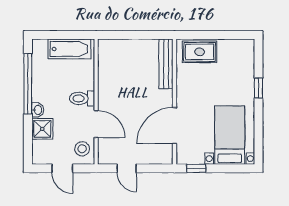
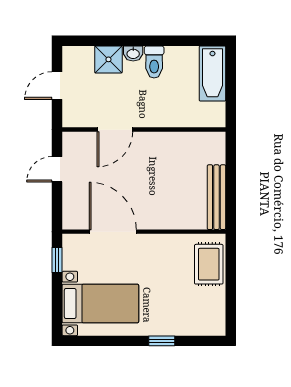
bathtub: (69, 49) -> (212, 74), moved
bench: (166, 64) -> (216, 197), moved, turned 90
window: (28, 84) -> (167, 41), removed
toilet: (82, 98) -> (154, 62), moved, turned 180
stool: (82, 149) -> (83, 111), removed

